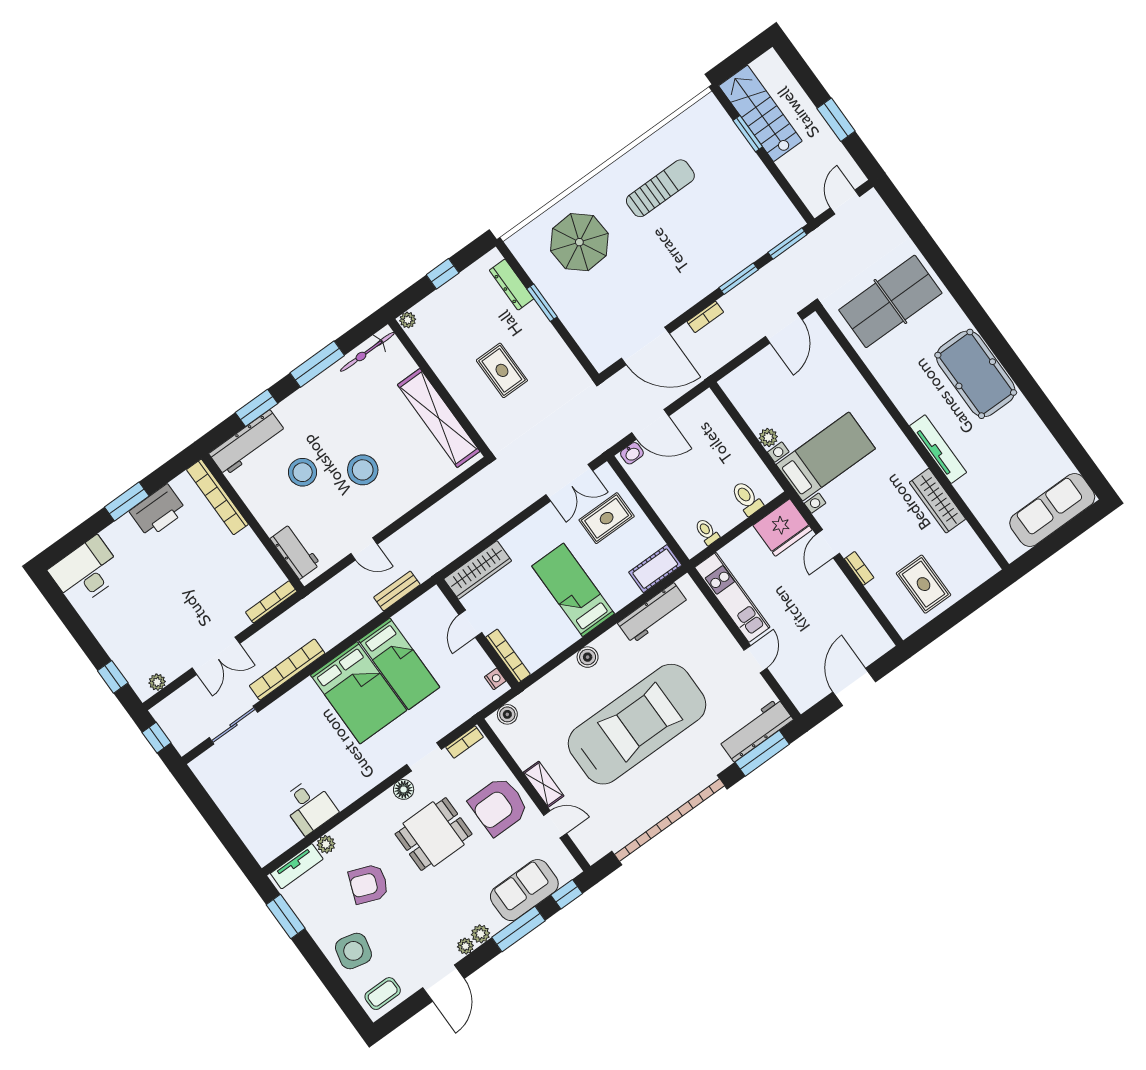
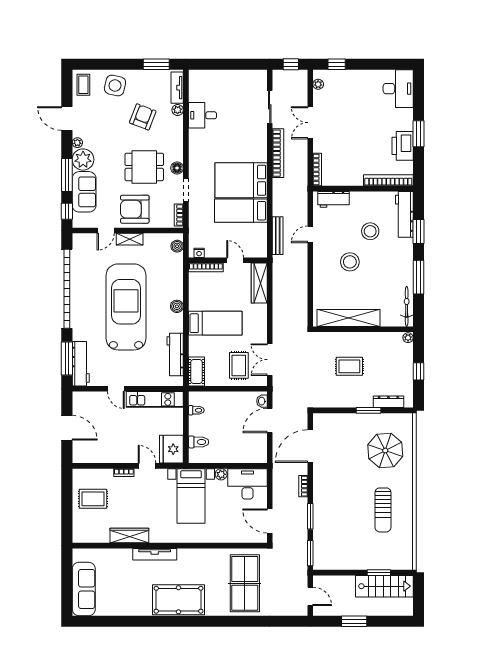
desk: (756, 393) -> (247, 484), added
bench: (397, 591) -> (278, 236), width x1.36
car: (637, 724) -> (126, 307), turned 180
armchair: (499, 806) -> (135, 209), turned -90
dining table: (434, 834) -> (144, 167), turned 90
plant: (481, 934) -> (83, 160), width x1.87, depth x1.87

